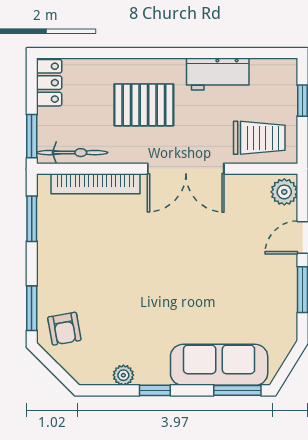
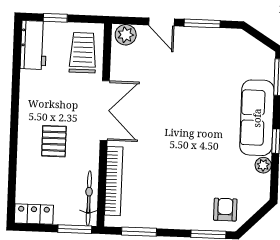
workbench: (218, 74) -> (34, 45), moved
pallet: (144, 105) -> (54, 141), width x0.67, depth x0.71
armchair: (64, 329) -> (225, 210), turned -80
sofa: (219, 365) -> (257, 118), moved

